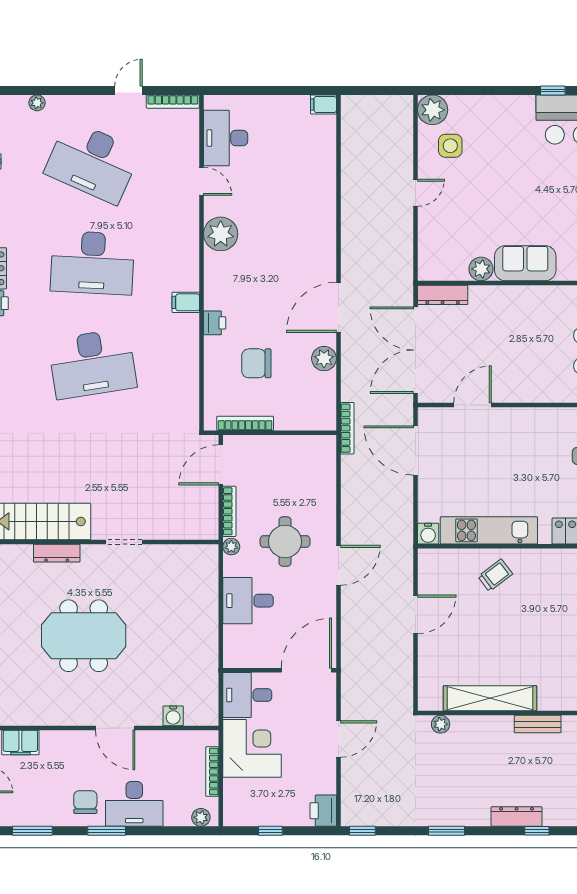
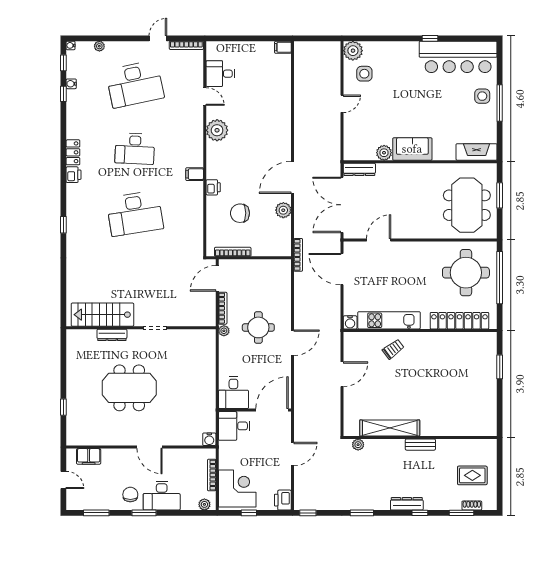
desk: (226, 138) -> (220, 74), width x0.73
desk: (92, 162) -> (135, 84), turned -36
desk: (92, 263) -> (135, 149), width x0.73, depth x0.77
desk: (248, 601) -> (233, 393), moved, turned -90
water cooler: (173, 716) -> (209, 439), moved
corner desk: (252, 748) -> (237, 489), moved

